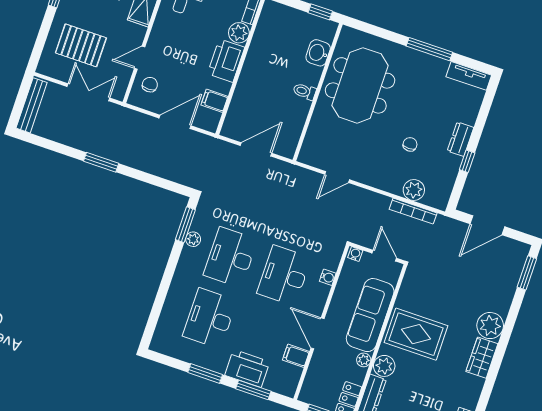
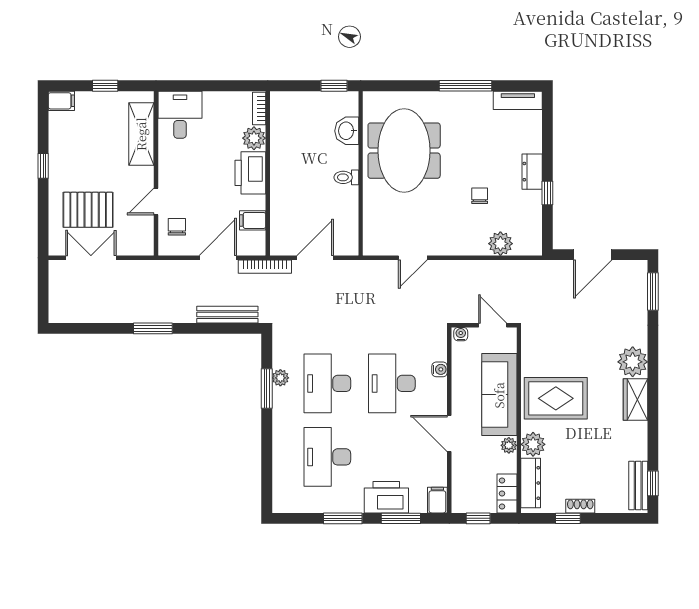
double door: (88, 92) -> (91, 258), moved
bench: (32, 105) -> (227, 315), moved, turned 90
bookcase: (413, 211) -> (265, 267), moved
window: (185, 225) -> (267, 389), moved
filing cabinet: (296, 356) -> (437, 500), moved, turned 90

